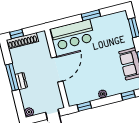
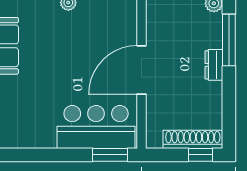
window: (91, 15) -> (110, 155), moved
window: (12, 77) -> (229, 40), moved

